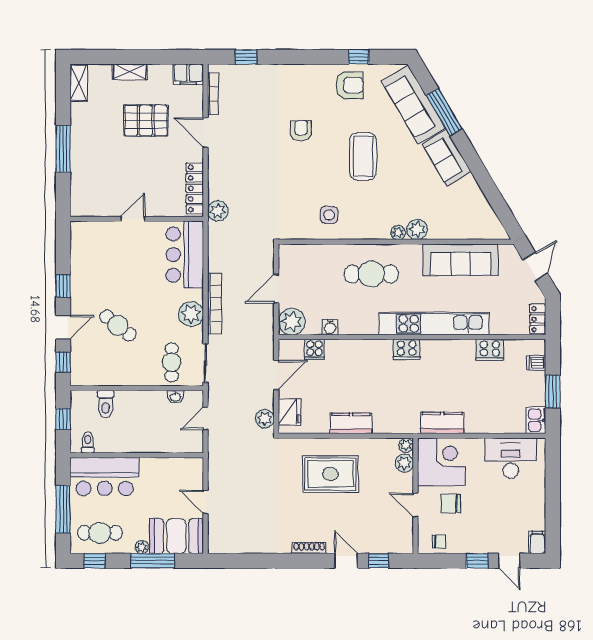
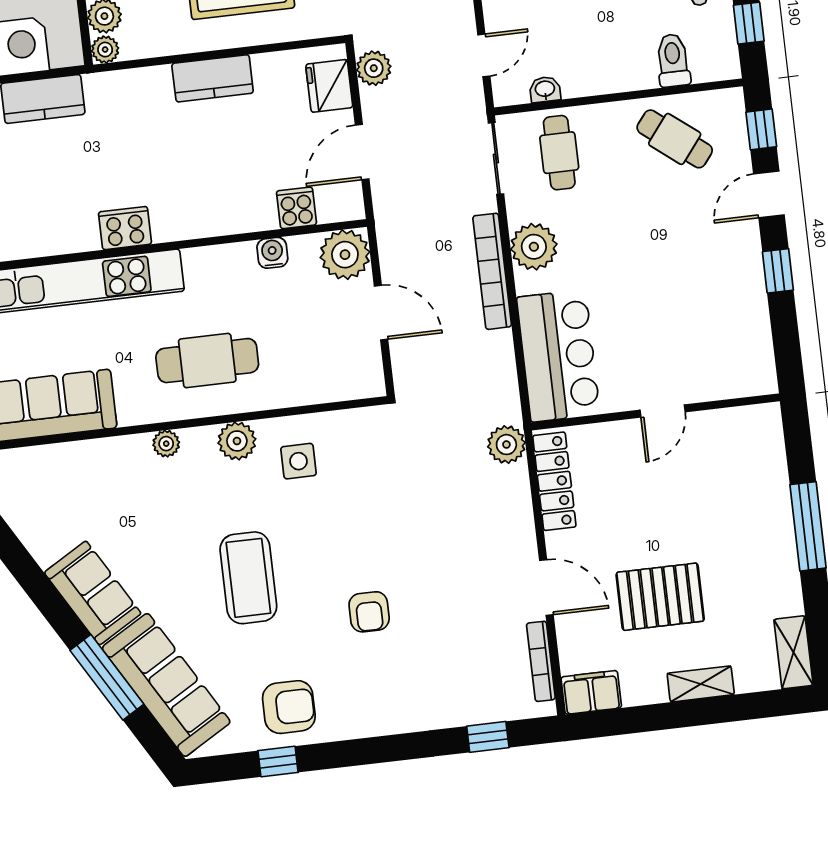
armchair: (350, 85) -> (289, 707), turned 180
plant: (417, 229) -> (237, 441), moved
door: (276, 289) -> (381, 313), hinge flipped
cafe table: (118, 325) -> (675, 139), moved

